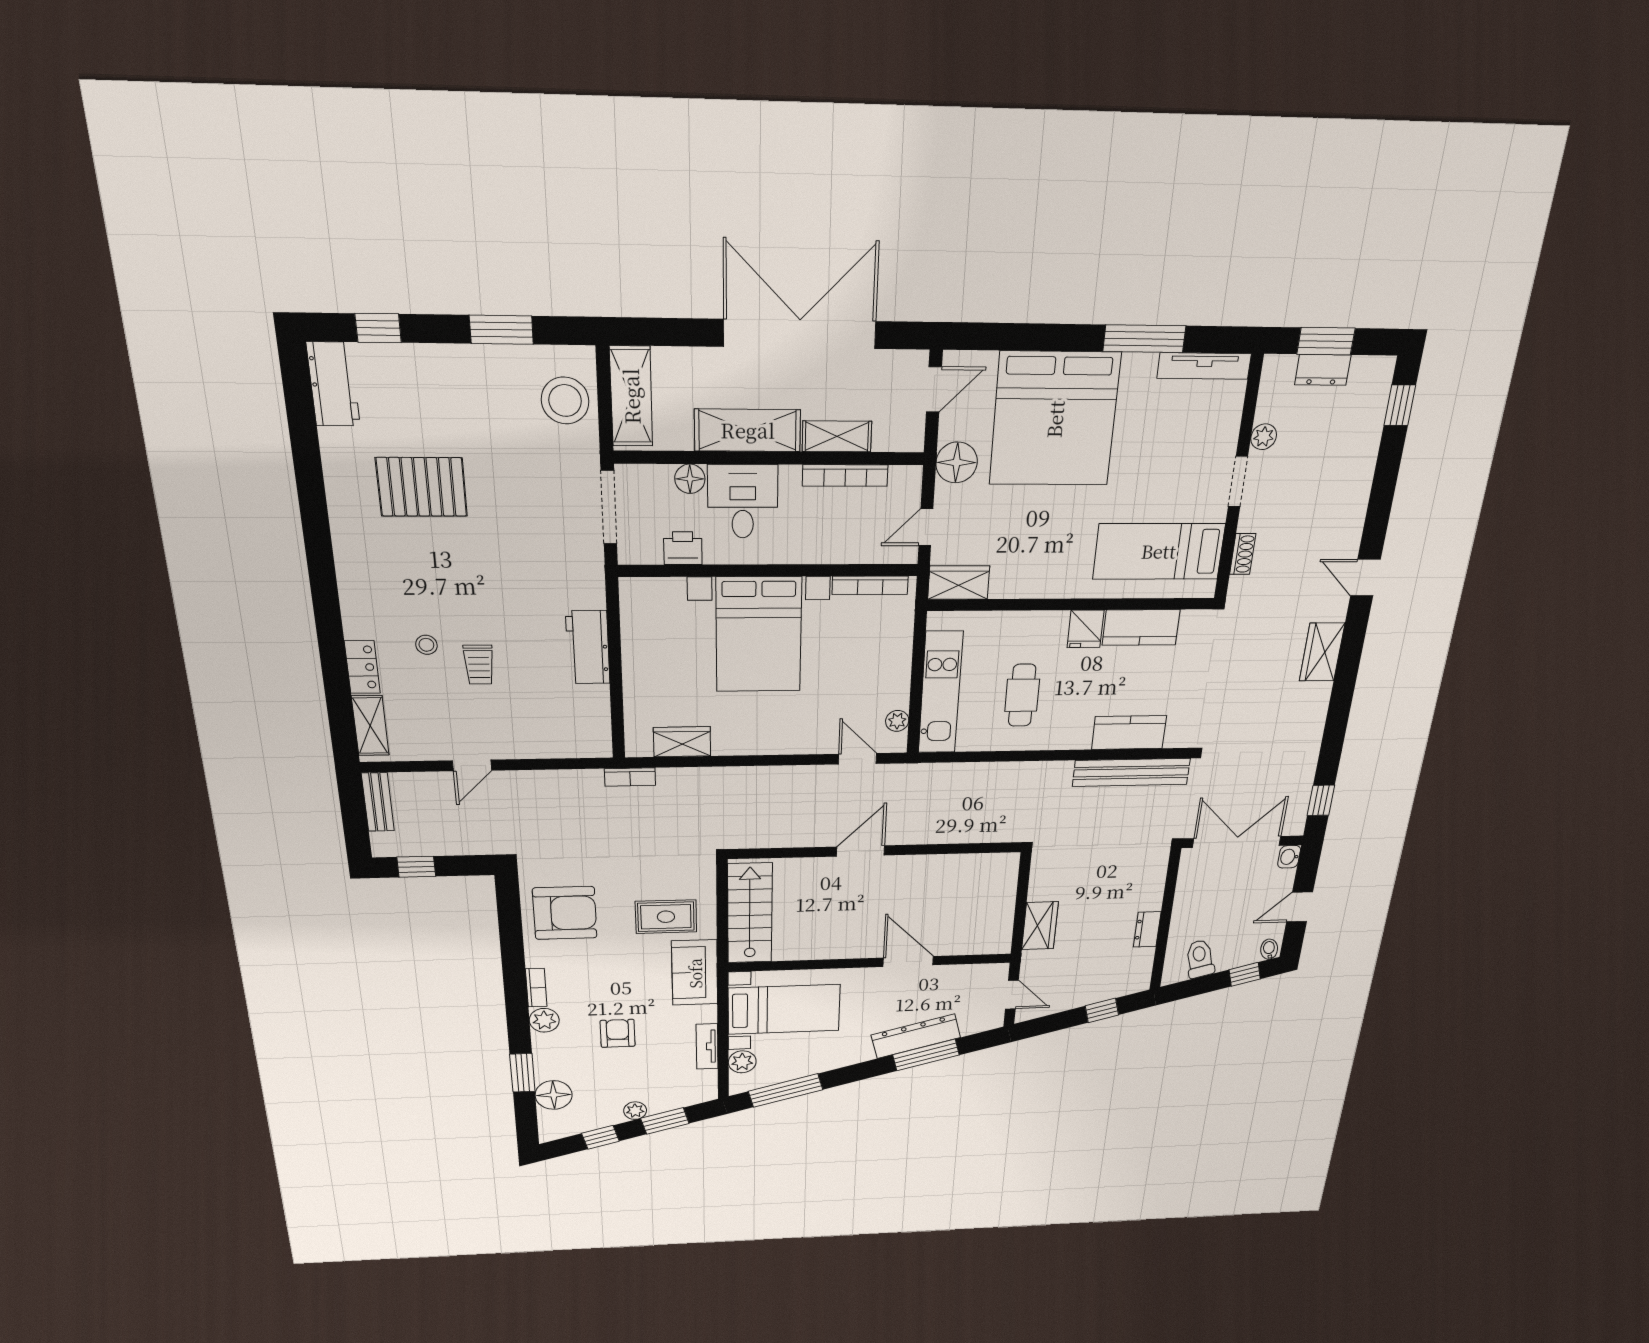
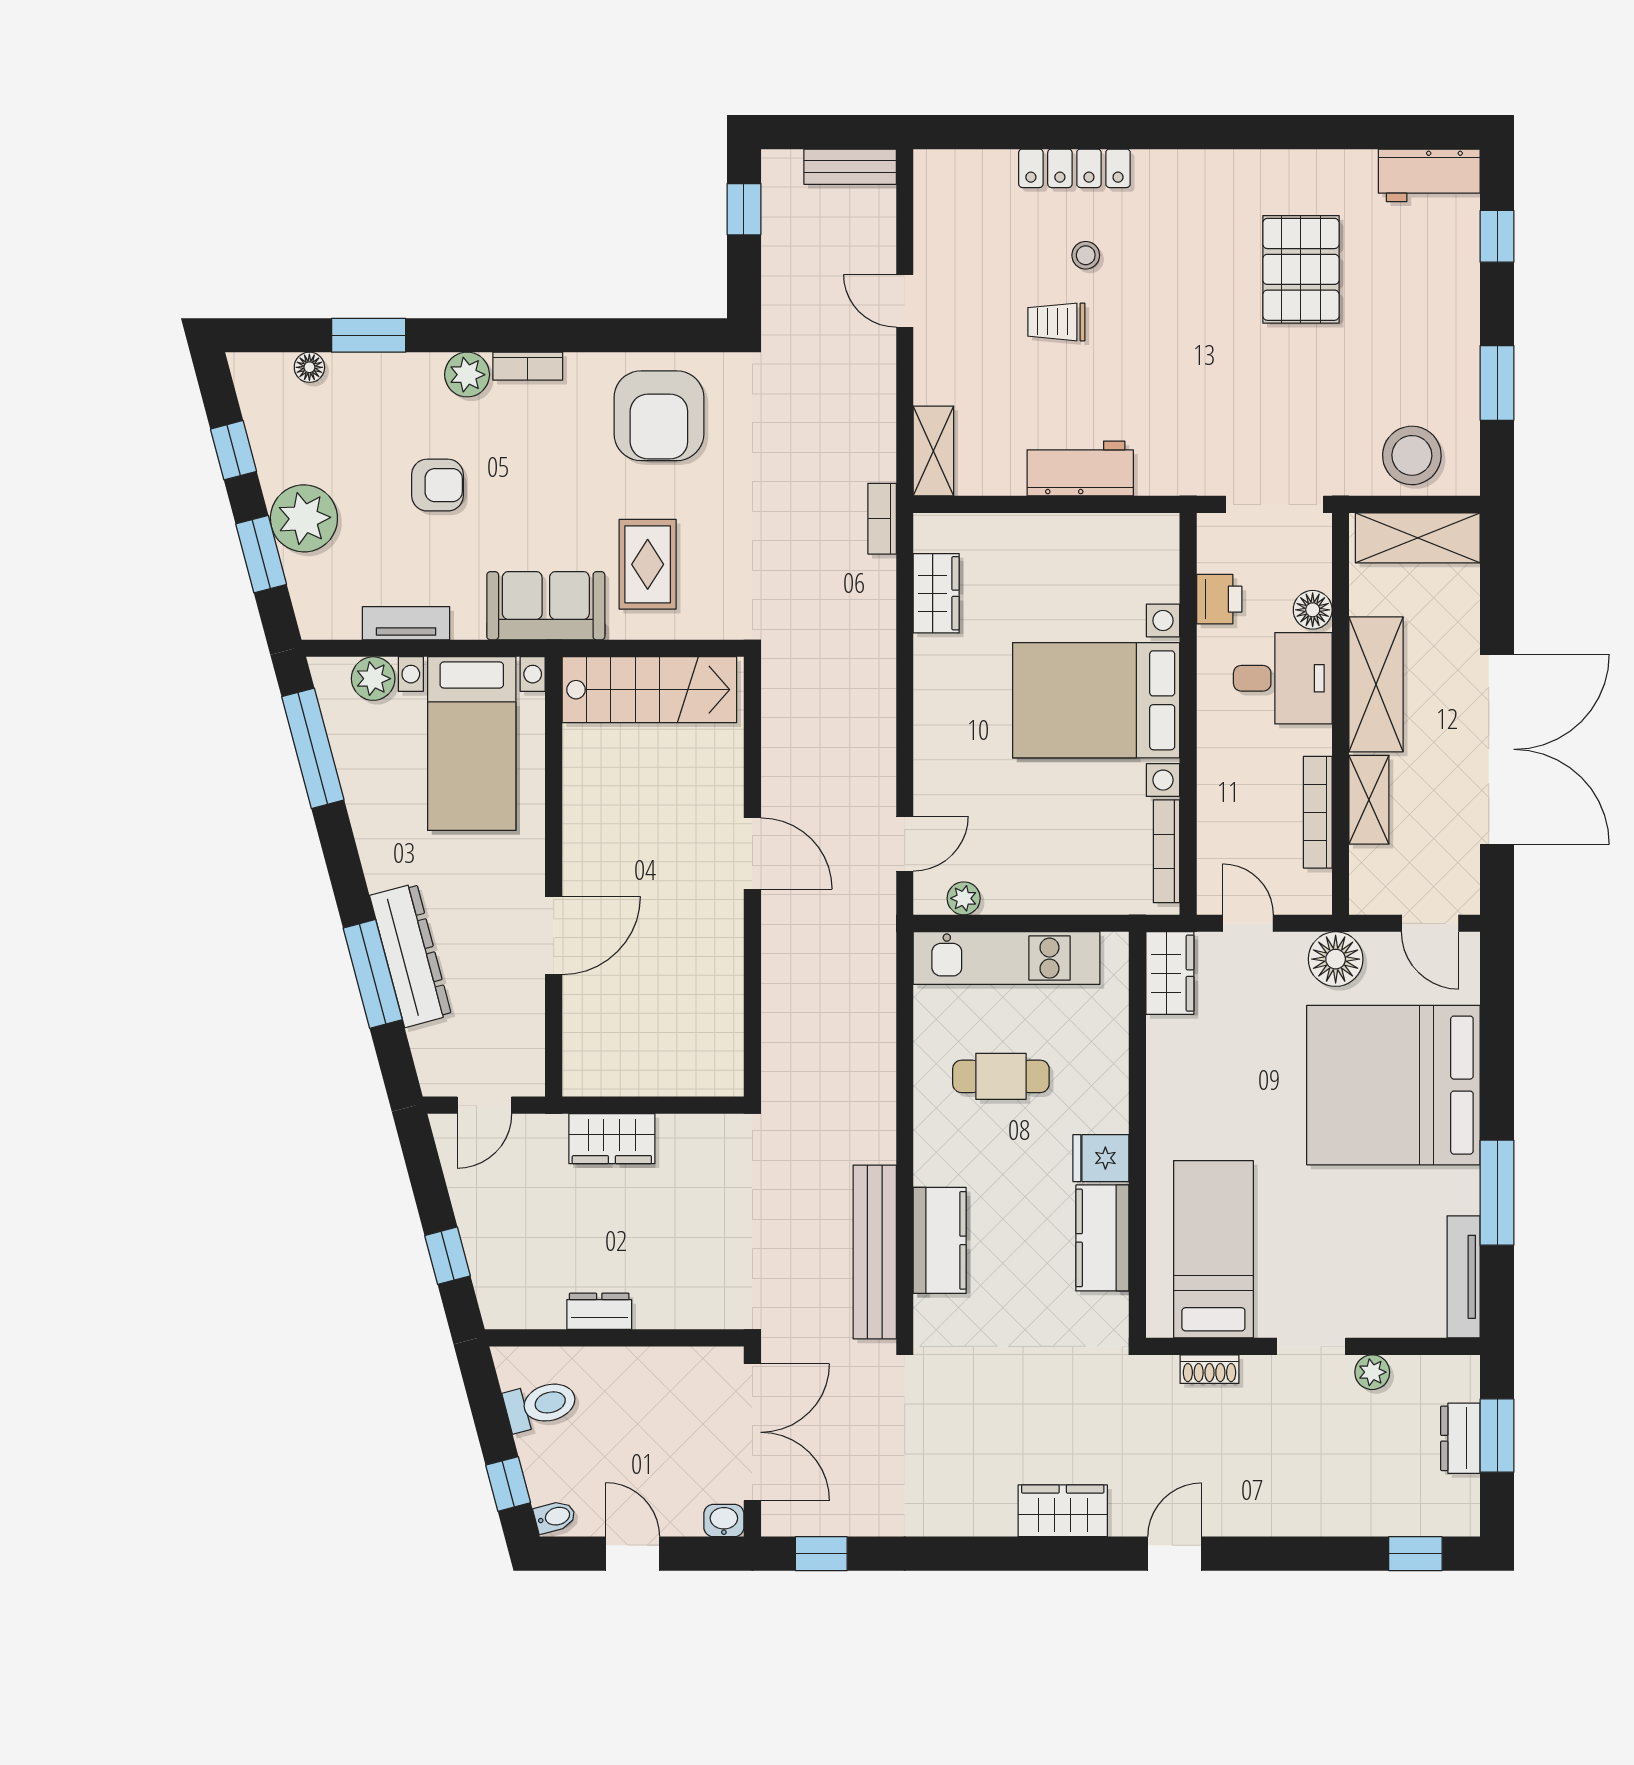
locker: (362, 667) -> (1074, 168), width x1.53
shelving: (370, 726) -> (933, 451), moved, turned 90
floor lamp: (554, 1095) -> (309, 367), width x0.53, depth x0.53
plant: (635, 1111) -> (304, 518), width x1.87, depth x1.87

